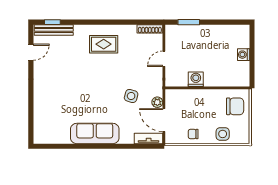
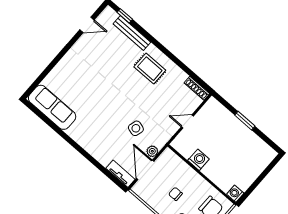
window: (189, 22) -> (245, 121), moved
bench: (54, 30) -> (132, 33), moved
washing machine: (244, 55) -> (235, 194), moved
sofa: (95, 133) -> (52, 107), moved
chair: (193, 134) -> (175, 194), moved

